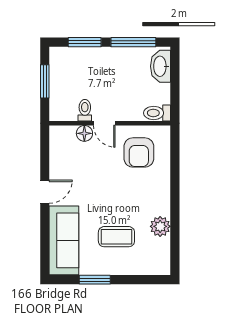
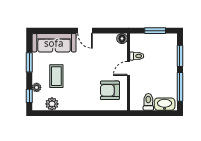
toilet: (157, 113) -> (148, 102), moved
floor lamp: (84, 133) -> (122, 39), moved
plant: (160, 226) -> (52, 104), moved
plant: (134, 268) -> (37, 87), added
window: (148, 280) -> (29, 96), added

